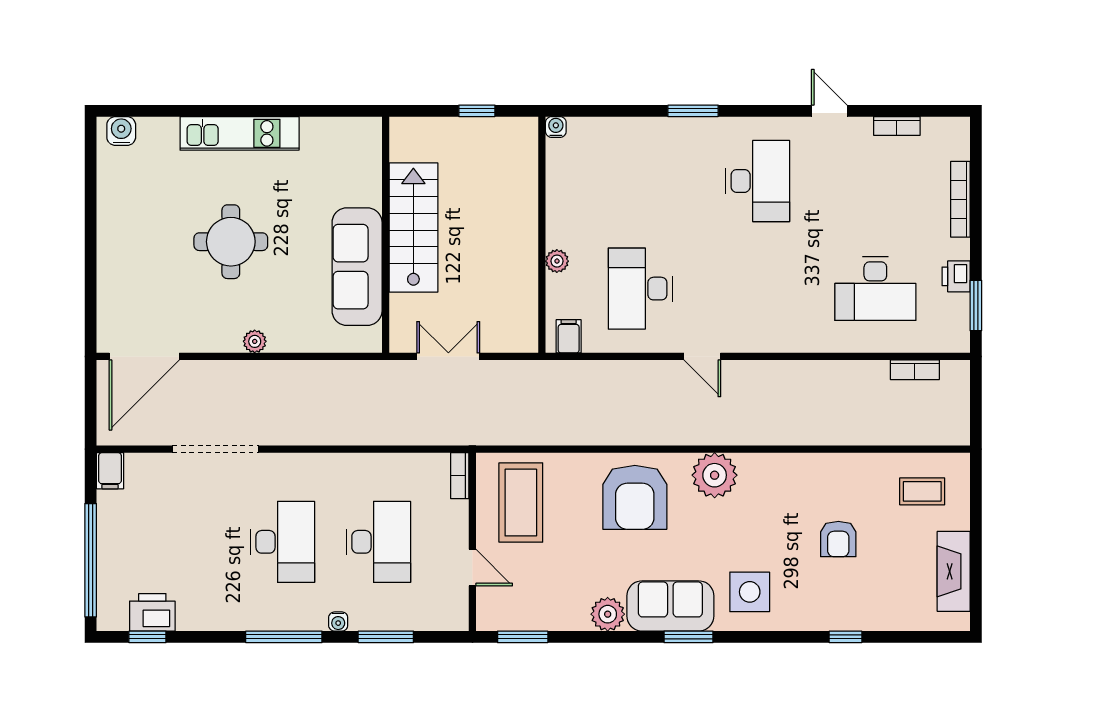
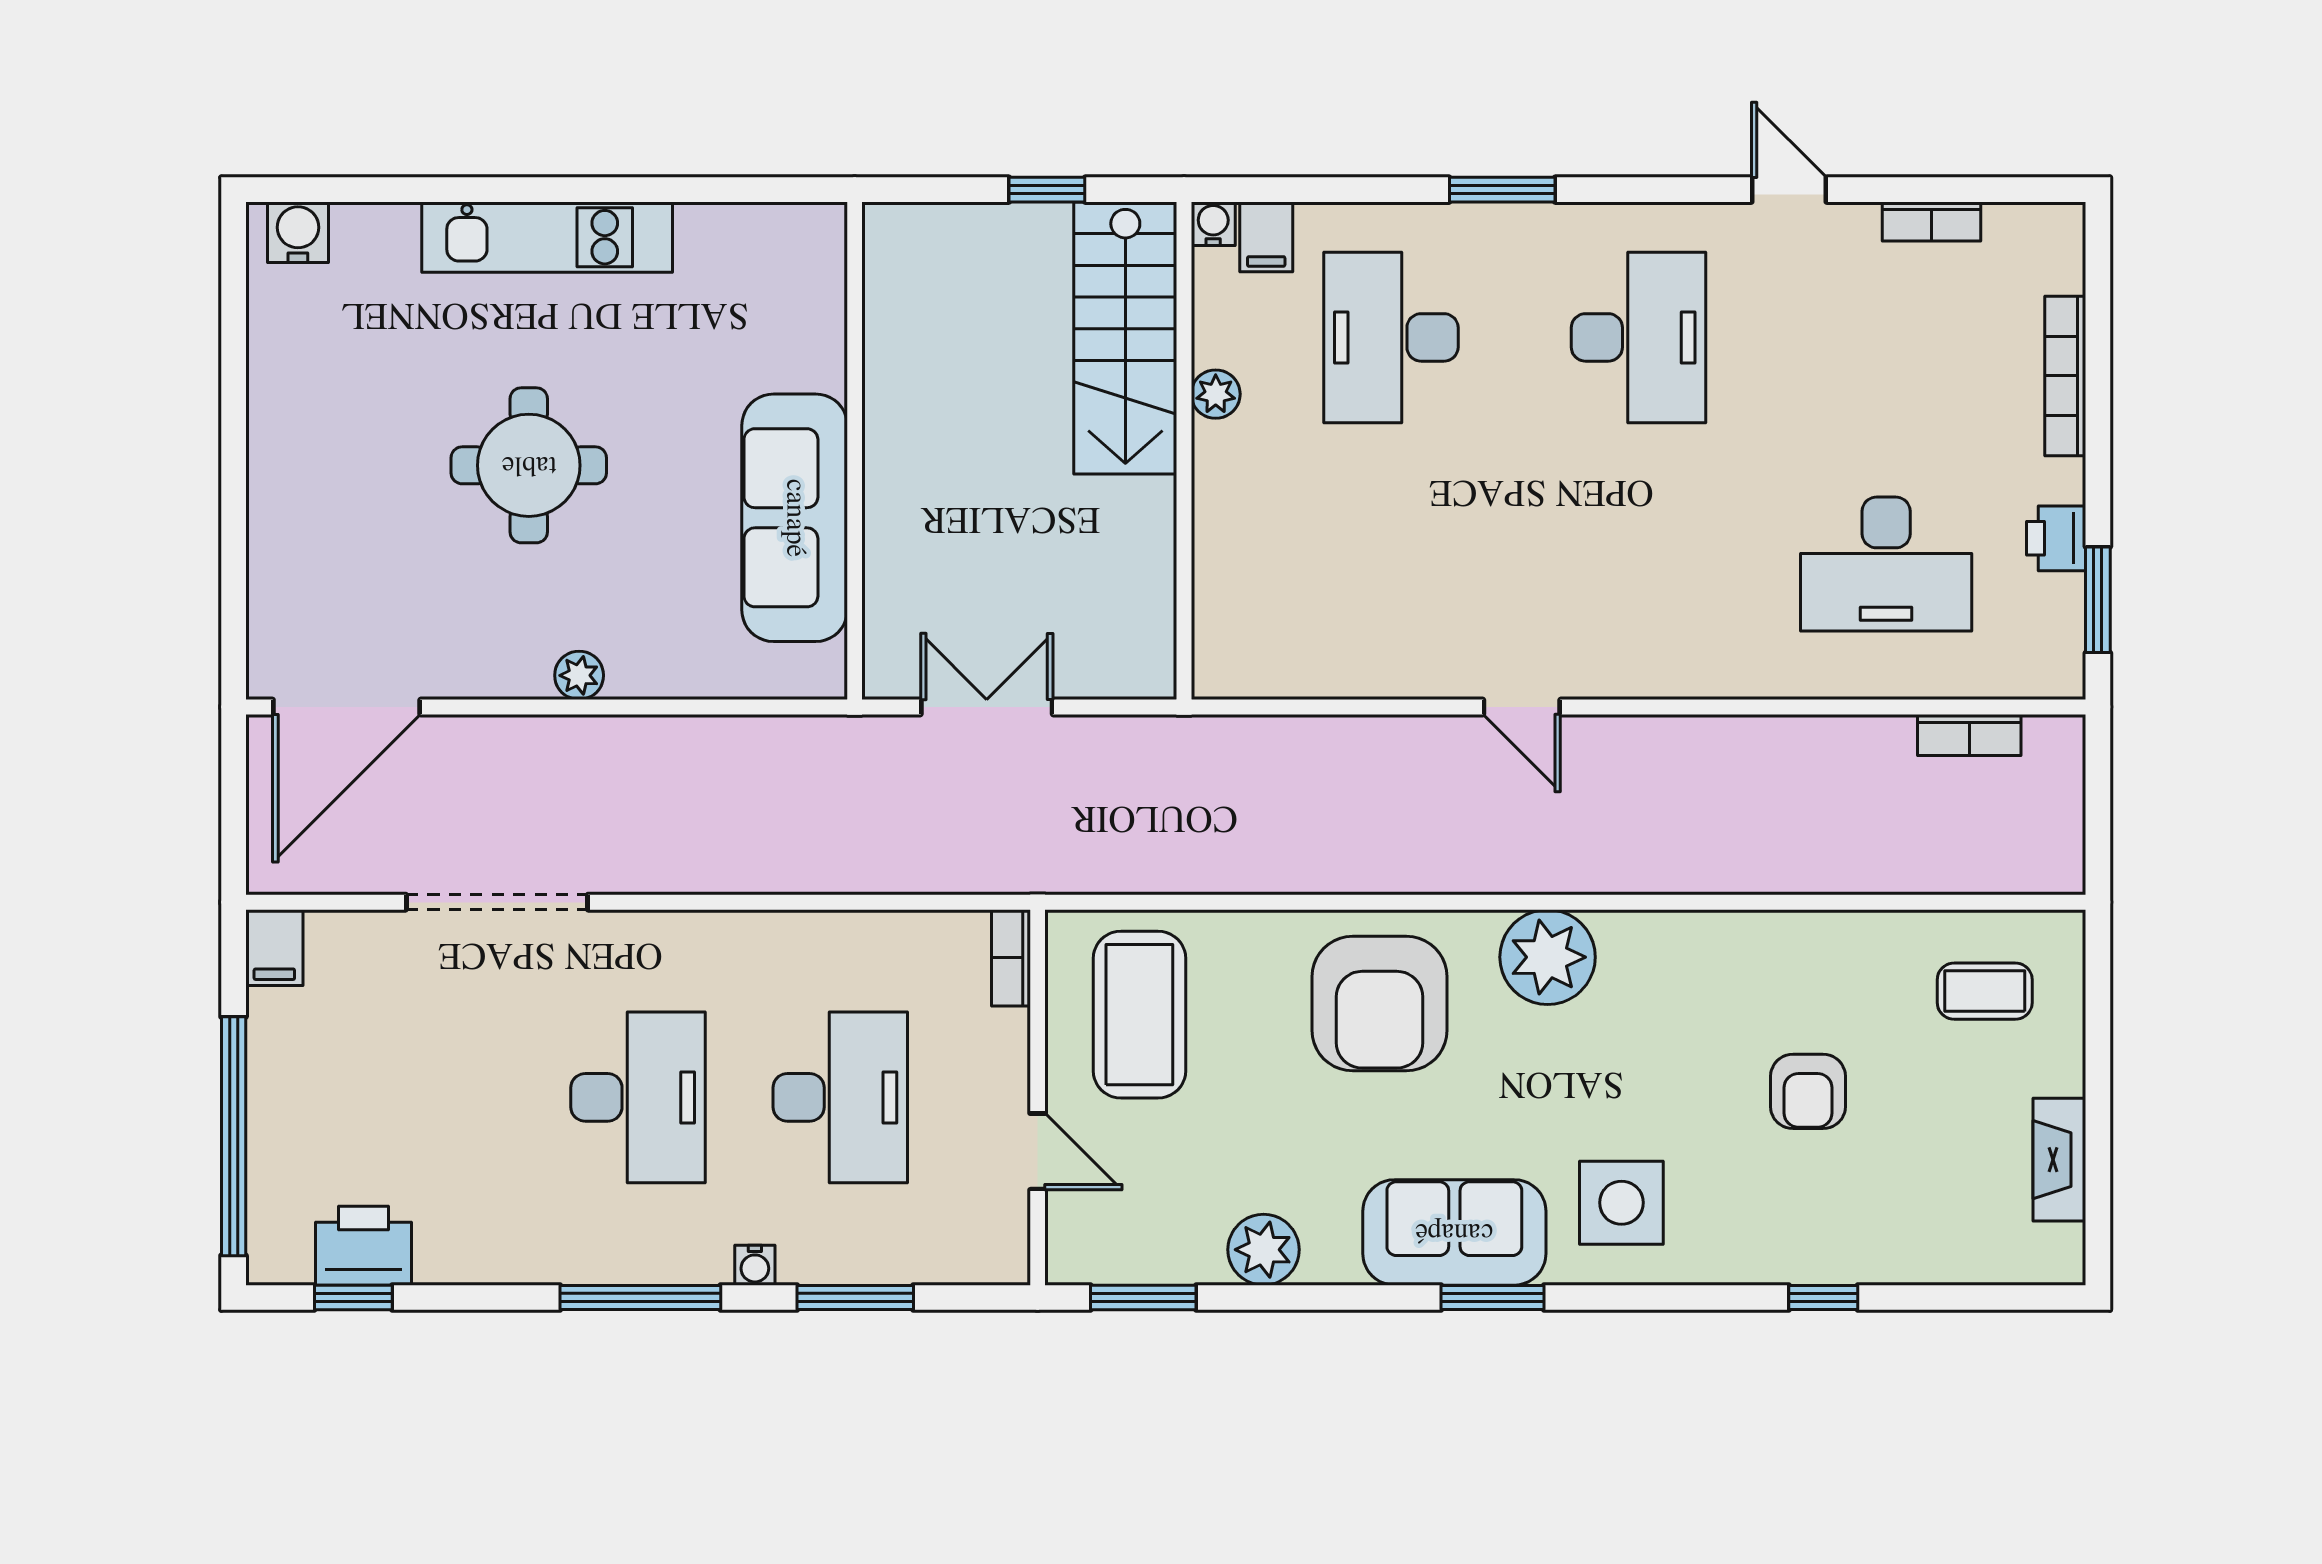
stairs: (413, 228) -> (1125, 338), moved, turned 180
plant: (557, 261) -> (1216, 394), moved
desk: (640, 289) -> (1391, 337), moved
filing cabinet: (569, 336) -> (1266, 237), moved, turned 180
fireplace: (954, 571) -> (2059, 1160), width x0.73, depth x0.76
plant: (608, 614) -> (1264, 1250), moved

